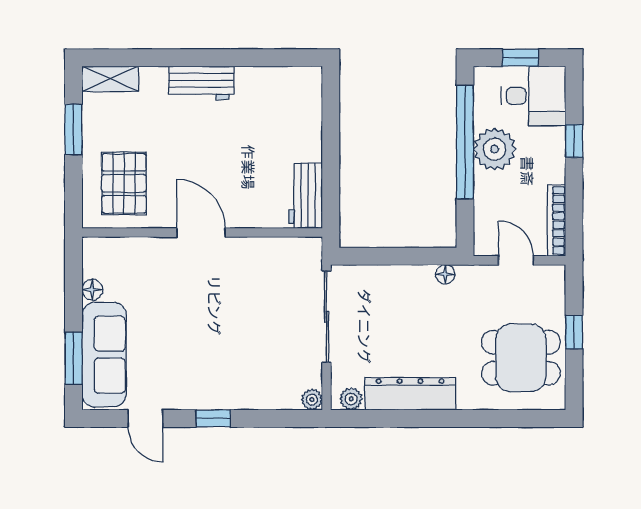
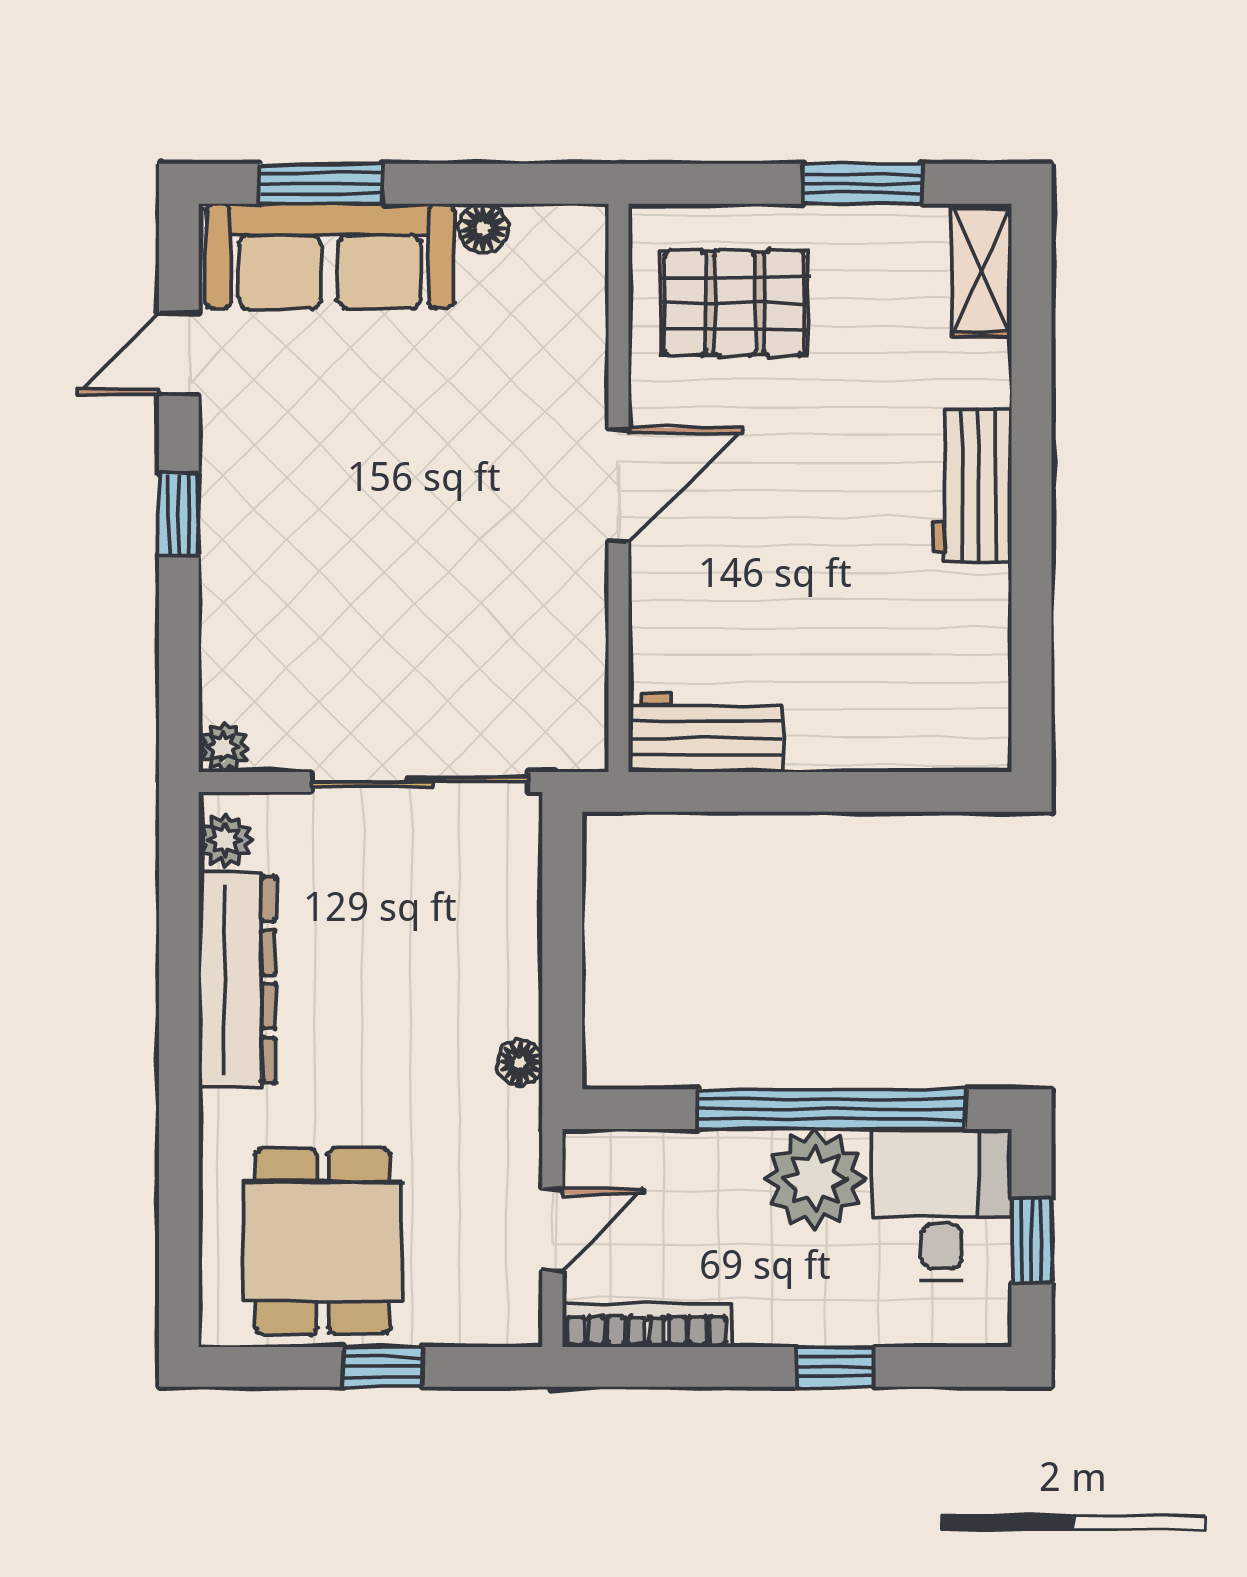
desk: (534, 96) -> (941, 1205), moved, turned 180

